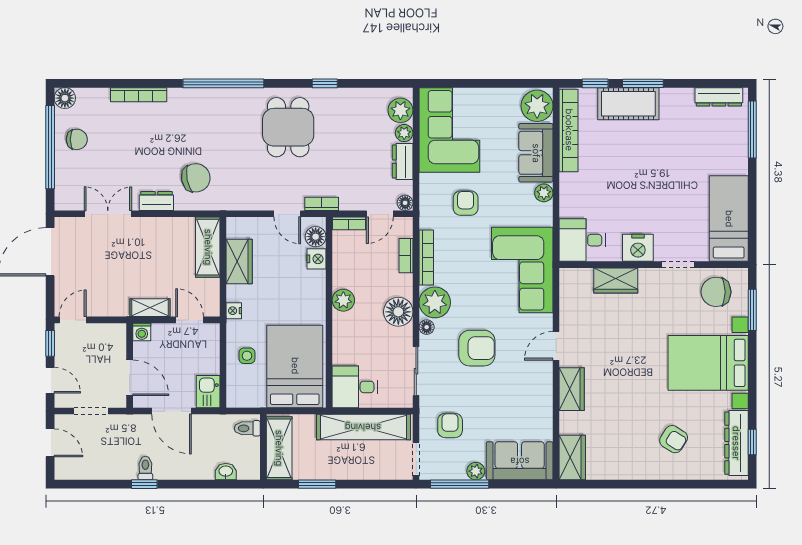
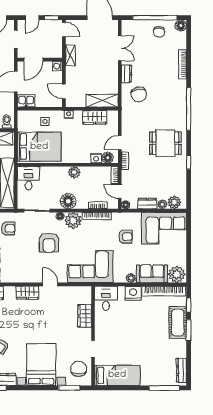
nightstand: (638, 248) -> (133, 293), moved, turned 90
shelving: (150, 308) -> (70, 55), moved
door: (190, 320) -> (64, 91), swing flipped

